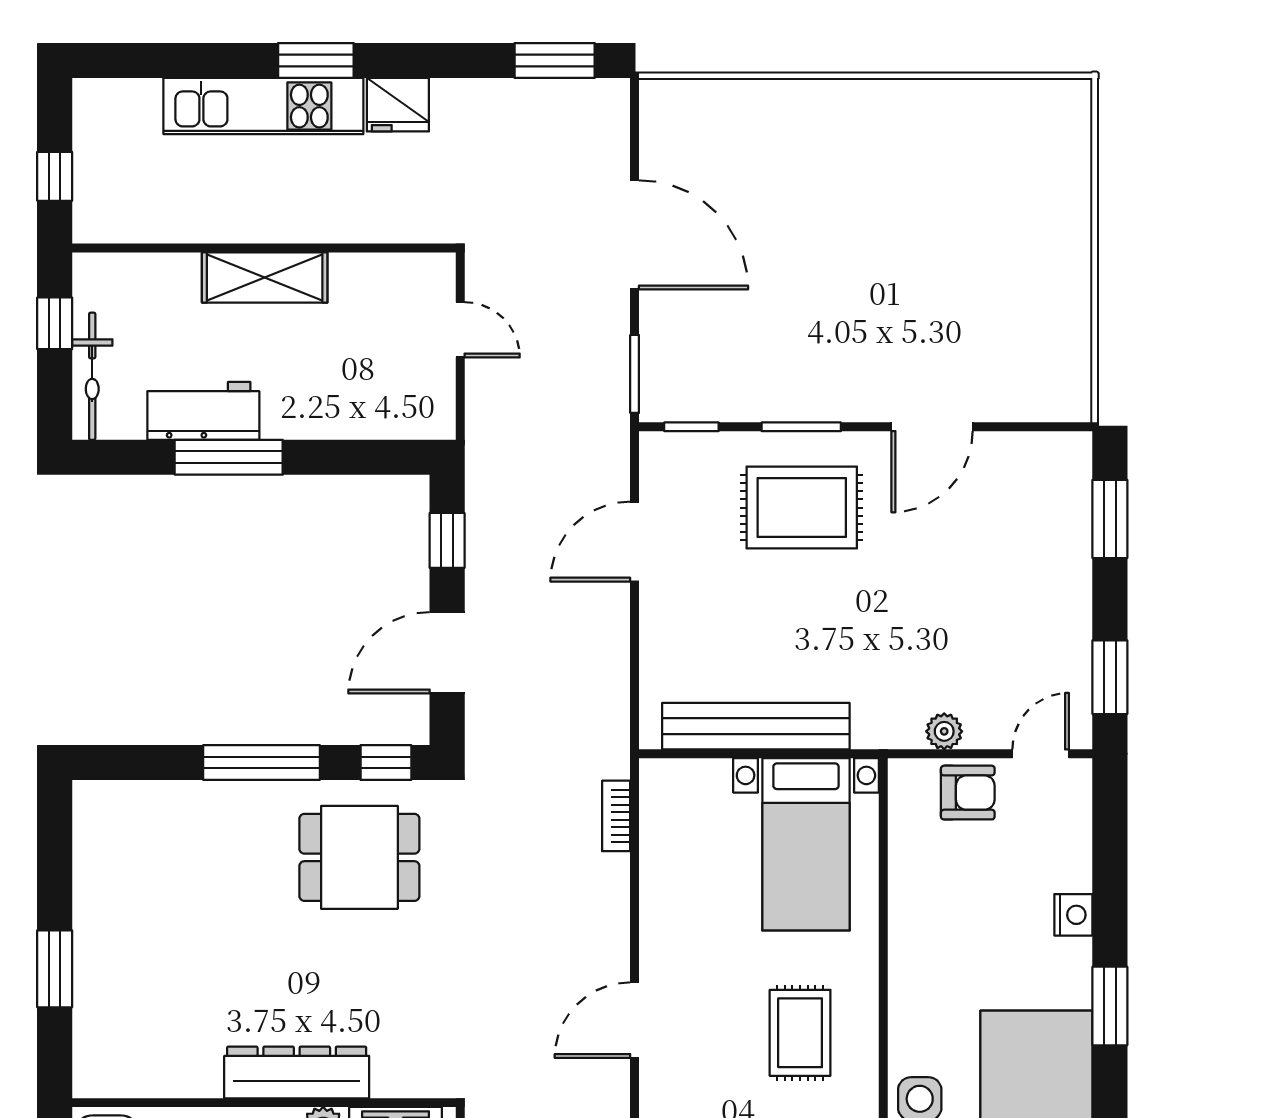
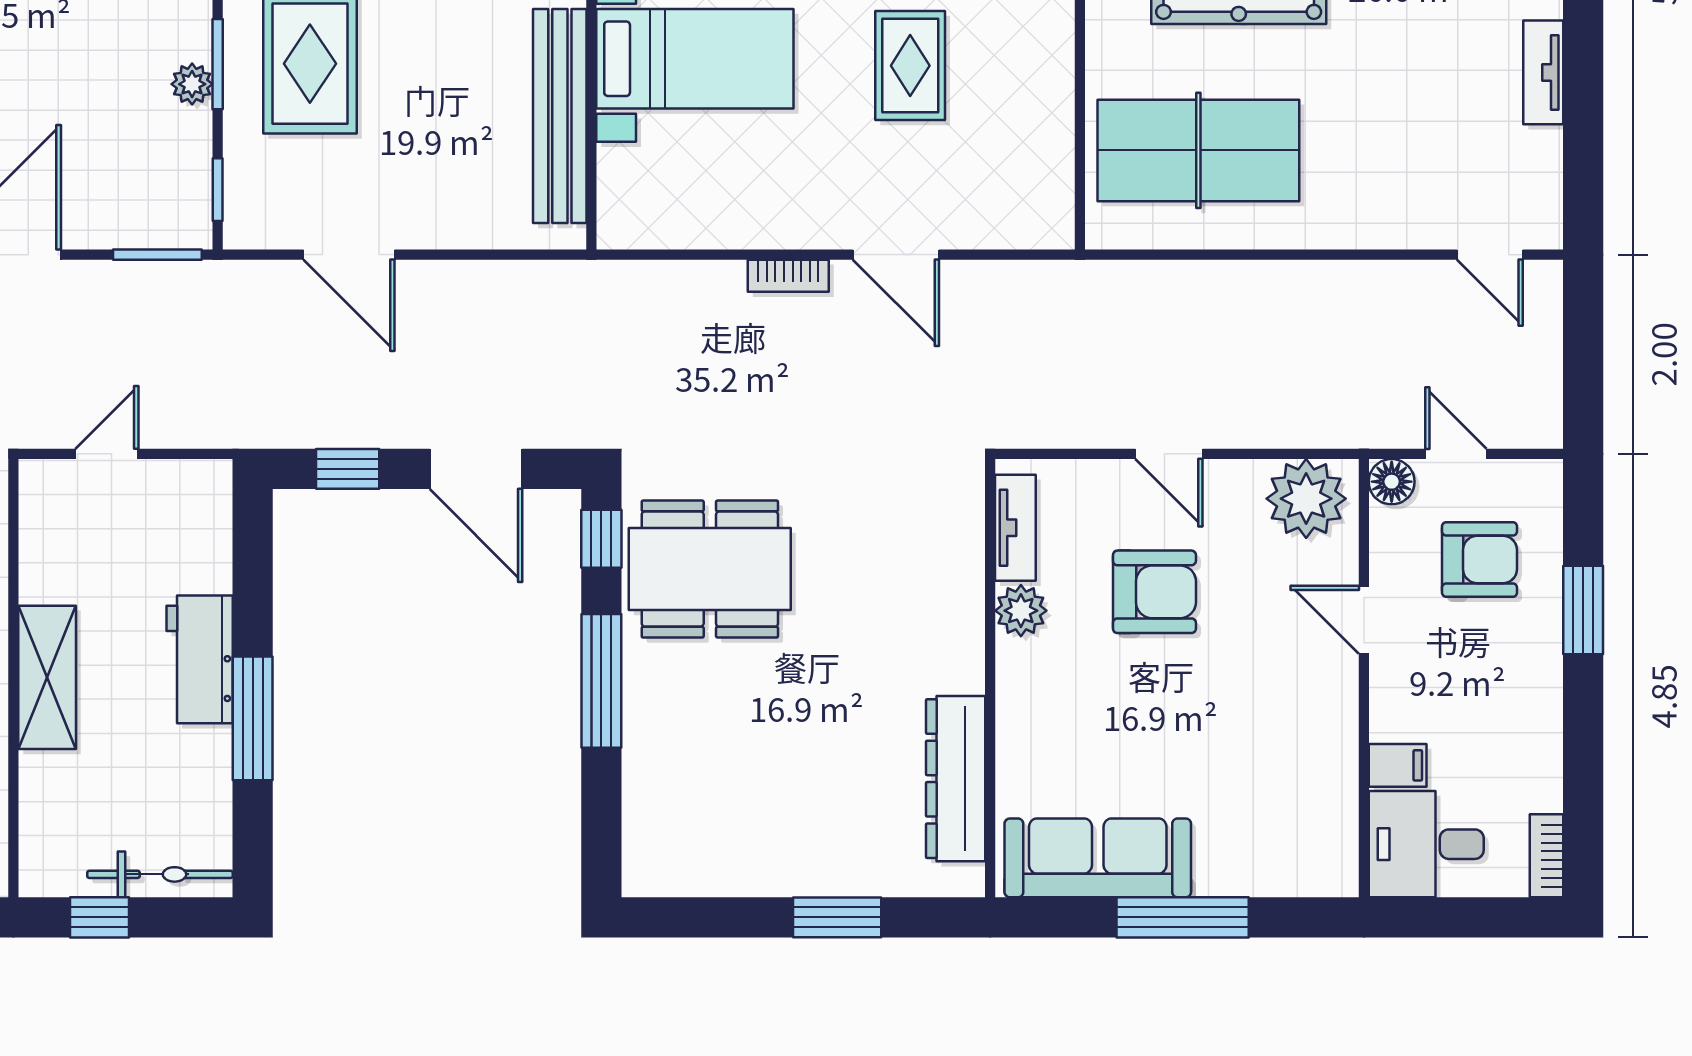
plant: (784, 404) -> (192, 84), added
workbench: (203, 411) -> (200, 659), moved
bookcase: (616, 816) -> (788, 276), moved
dining table: (359, 857) -> (710, 569), width x1.38
rug: (800, 1033) -> (910, 66), turned 90
dresser: (297, 1072) -> (956, 779), moved

